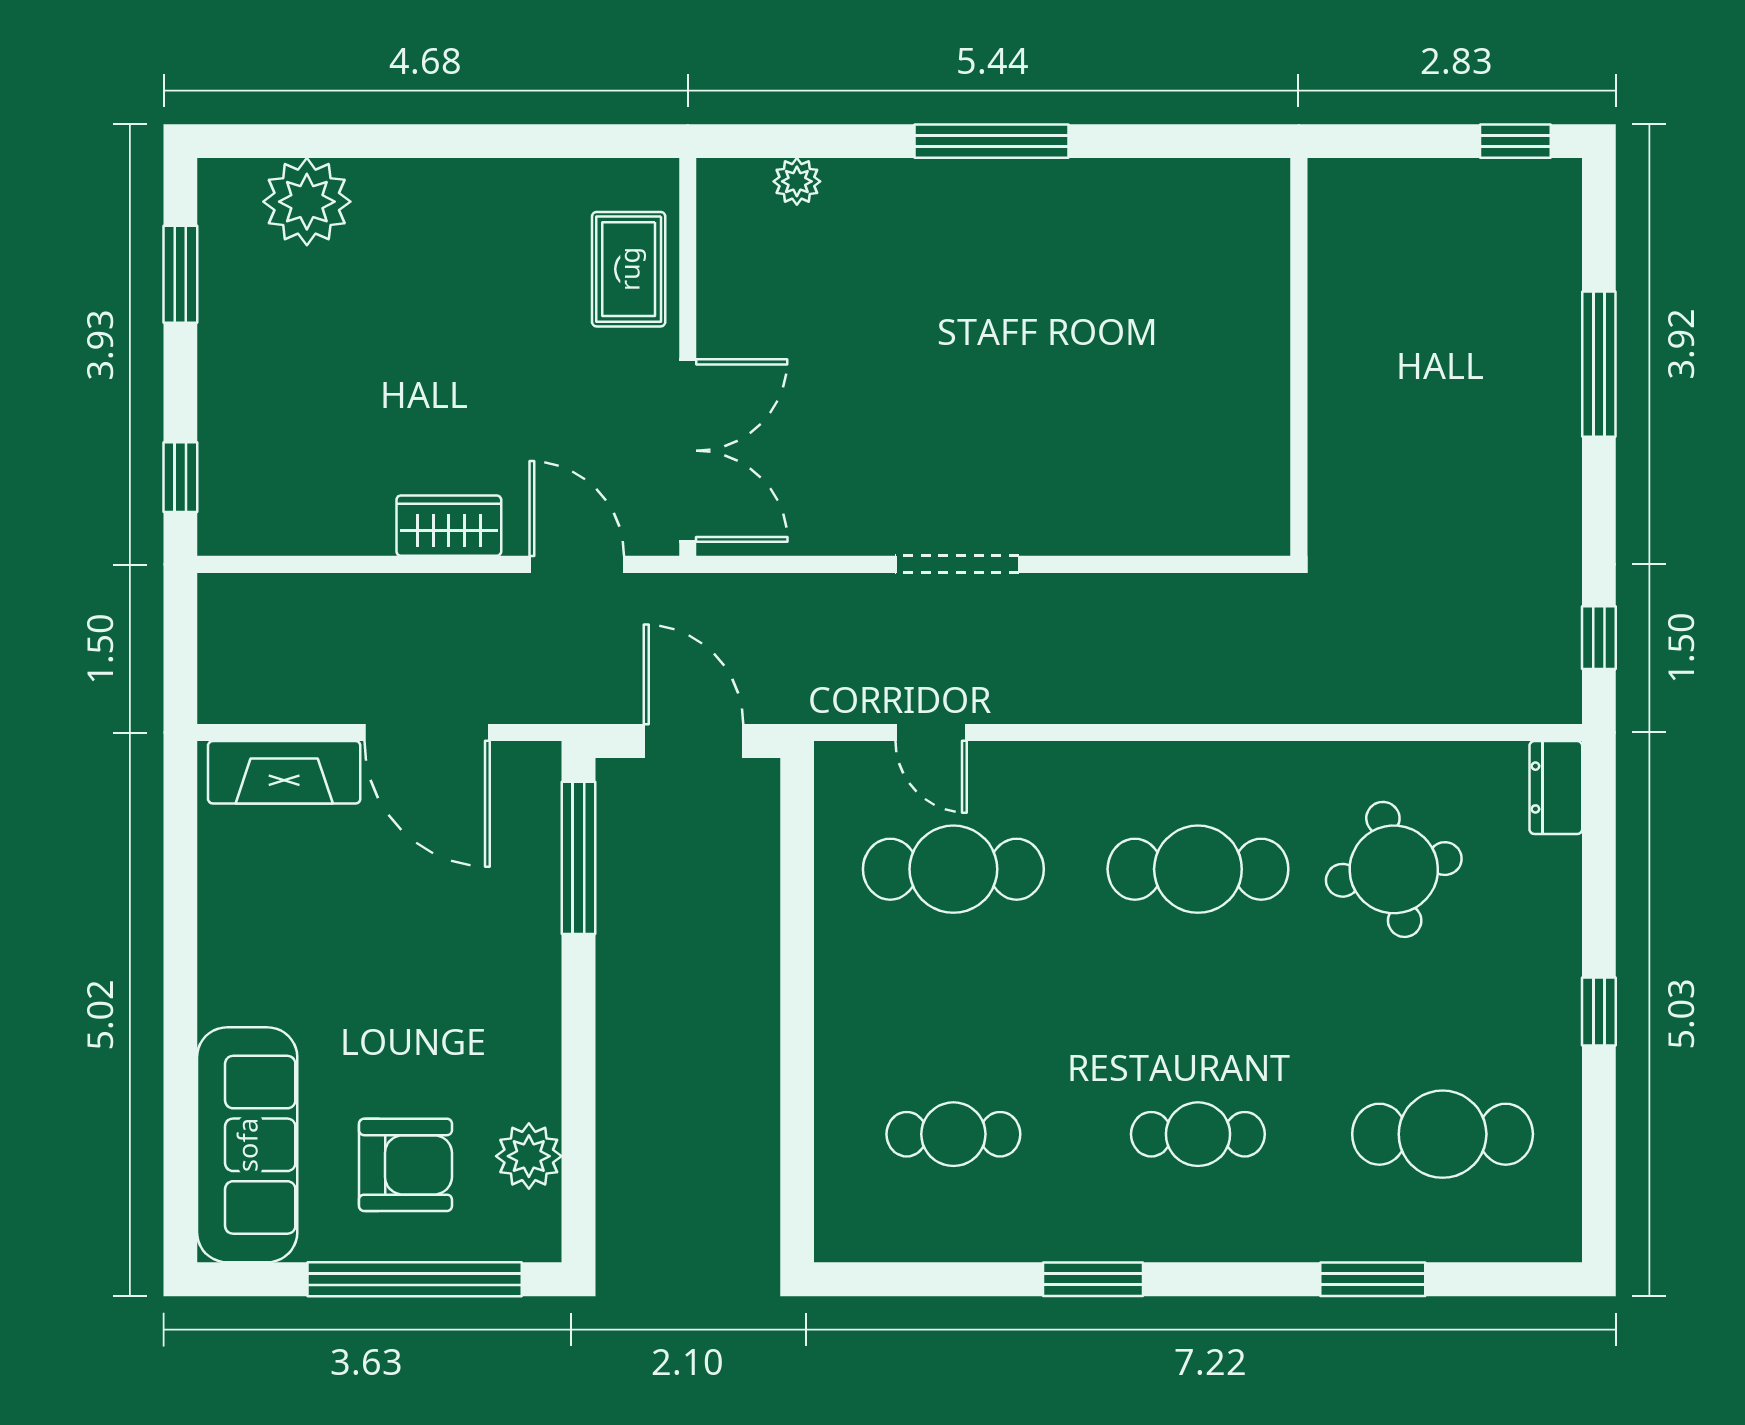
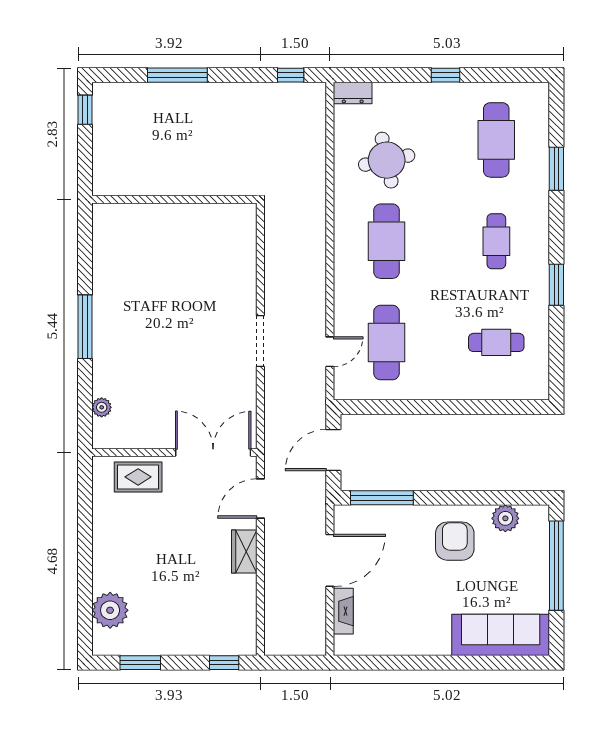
fireplace: (284, 772) -> (343, 611), width x0.73, depth x0.76
cafe table: (953, 1134) -> (496, 342), turned 90
armchair: (405, 1165) -> (455, 541), moved

